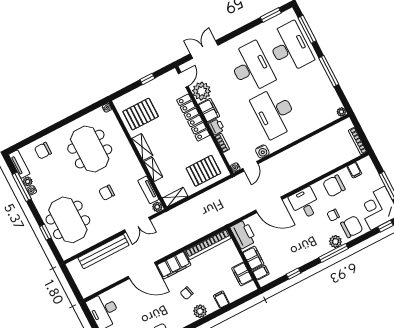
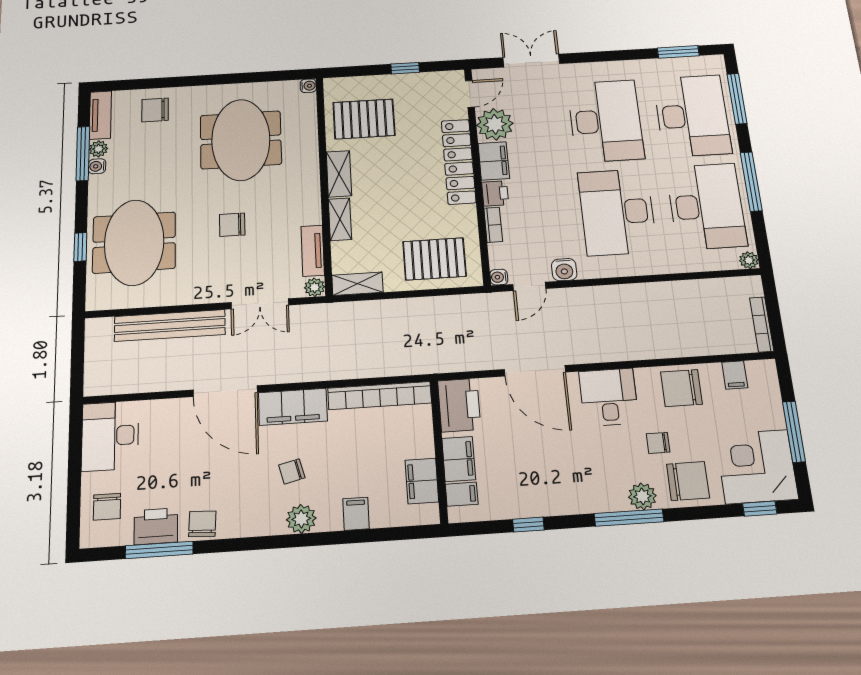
desk: (313, 93) -> (706, 206), added

